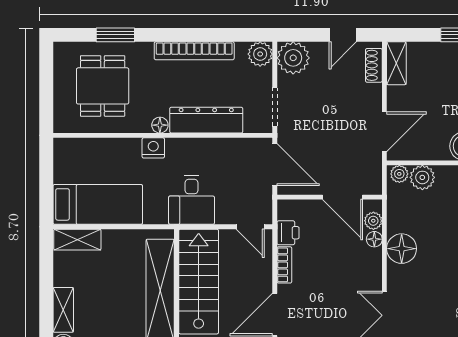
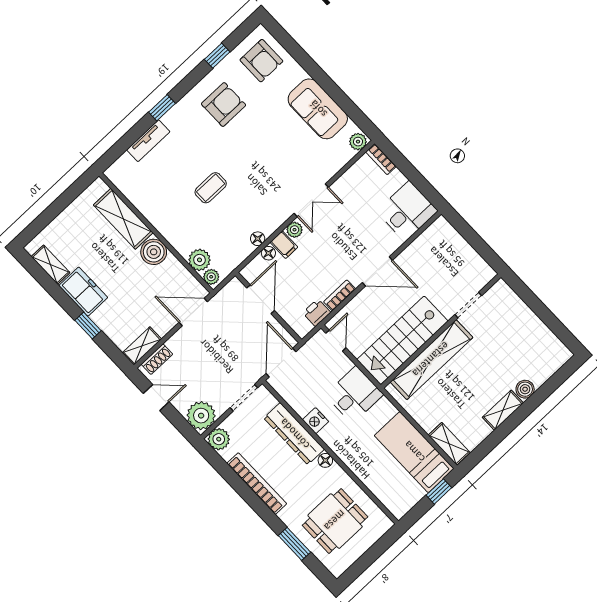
nightstand: (153, 148) -> (316, 421), moved
window: (46, 194) -> (439, 491), added
plant: (373, 221) -> (295, 230), moved
floor lamp: (402, 249) -> (258, 239), width x0.53, depth x0.53
filing cabinet: (369, 259) -> (284, 245), added

